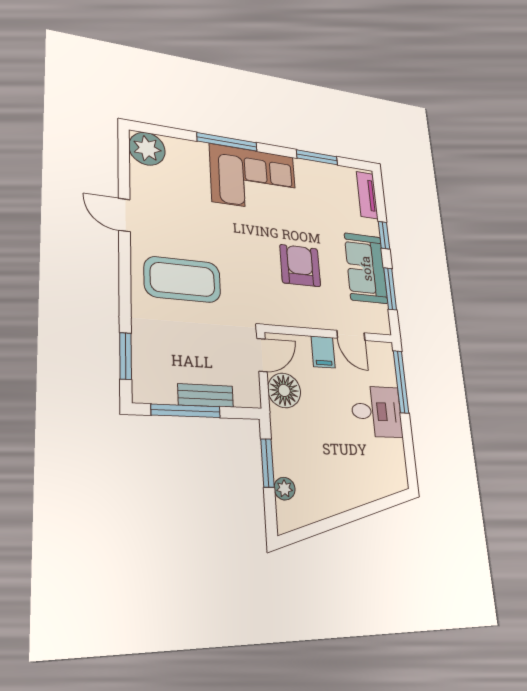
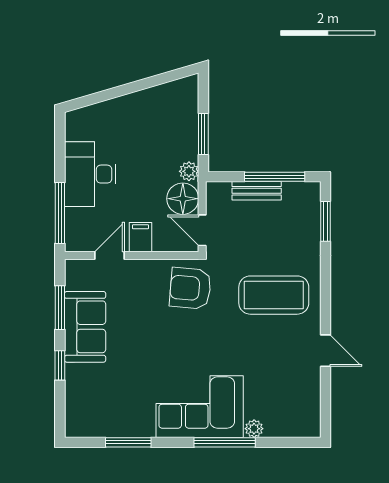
plant: (147, 149) -> (254, 429), moved, width x0.53, depth x0.53
tv unit: (367, 195) -> (74, 408), removed
armchair: (300, 266) -> (190, 288), moved, turned 95
door: (351, 335) -> (109, 255), hinge flipped
door: (262, 355) -> (202, 230), hinge flipped
desk: (377, 412) -> (90, 174), width x1.37
plant: (285, 489) -> (189, 171), moved

